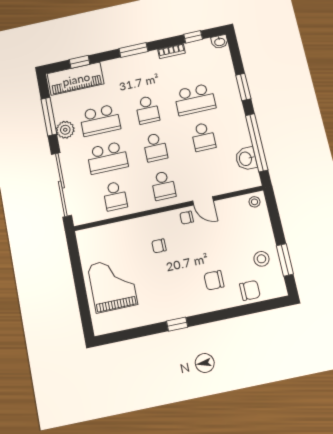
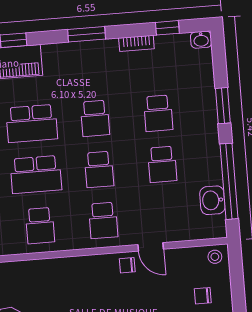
school desk: (195, 99) -> (158, 113), width x0.54
chair: (159, 246) -> (203, 296), moved

